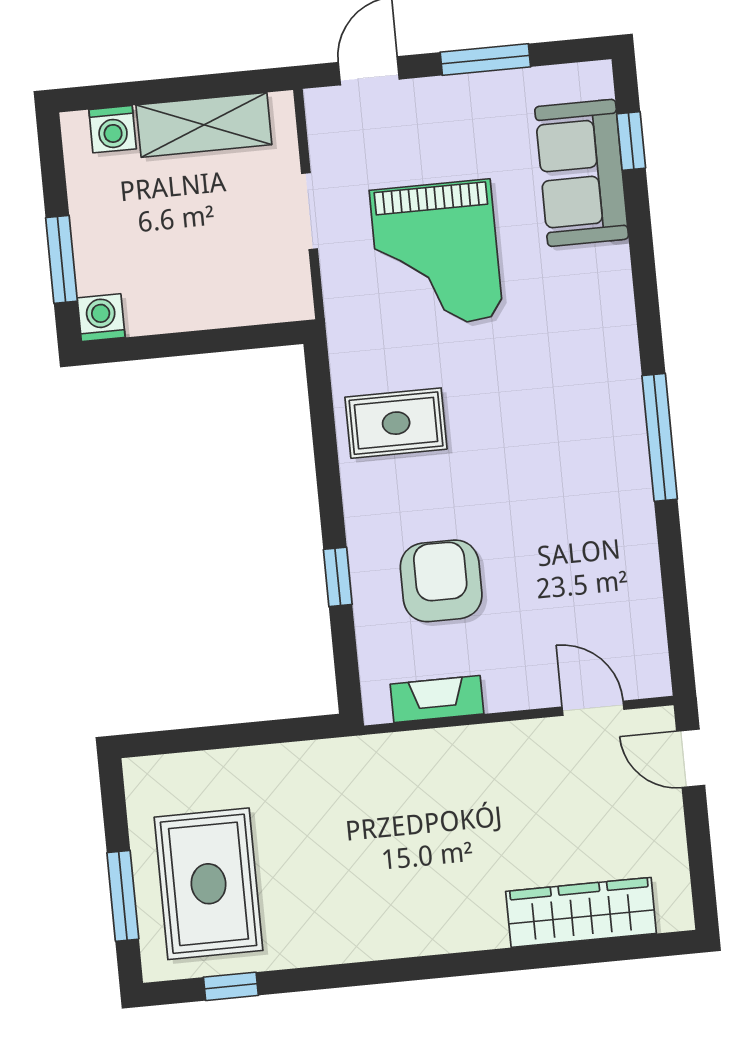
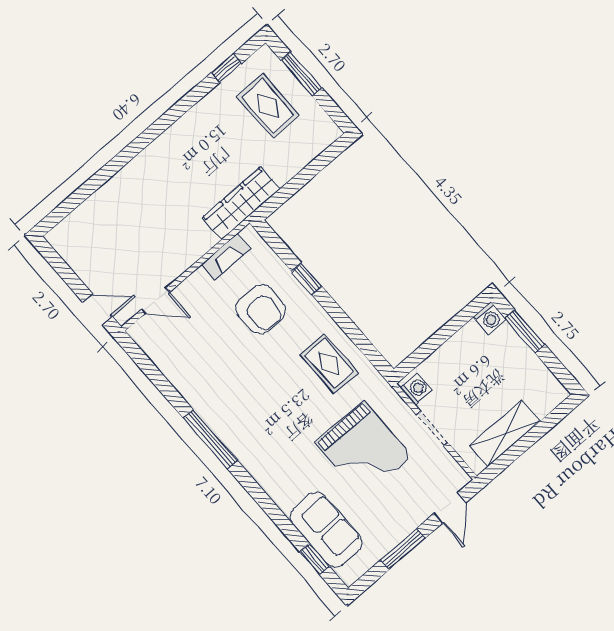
washing machine: (113, 129) -> (416, 389), moved, turned 90
grand piano: (436, 254) -> (364, 449), turned 180
rug: (396, 423) -> (329, 364), turned 90
rug: (209, 884) -> (268, 106), width x0.73, depth x0.70
wardrobe: (581, 912) -> (241, 203), moved, turned 180

